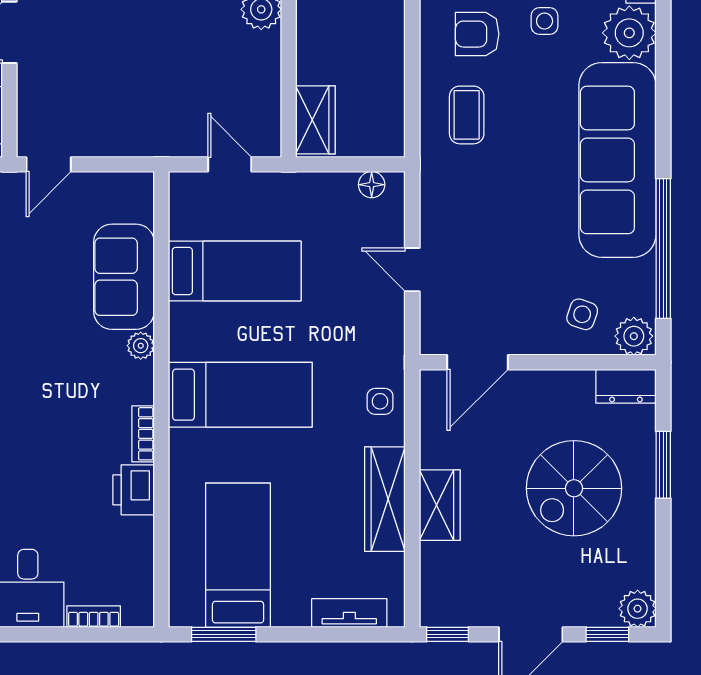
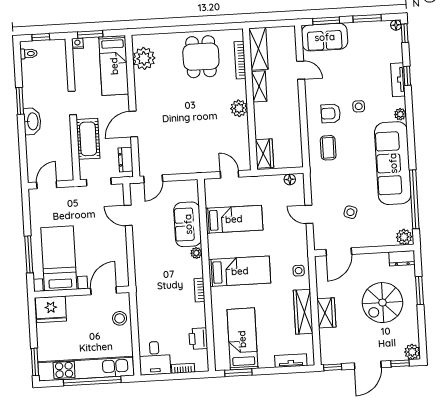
plant: (629, 33) -> (400, 114), width x0.53, depth x0.53
side table: (582, 314) -> (350, 212), moved
printer: (134, 490) -> (198, 339), moved

